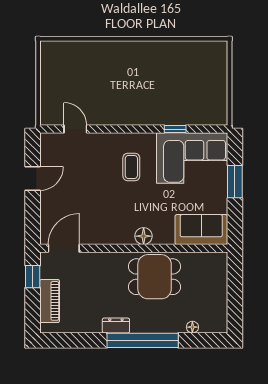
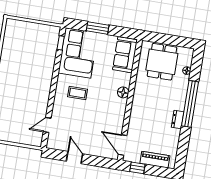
window: (175, 129) -> (61, 43), moved
dining table: (155, 277) -> (162, 62), moved

